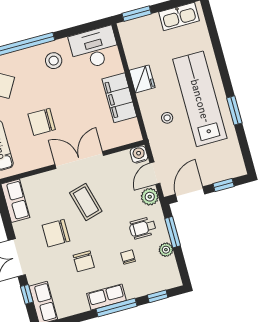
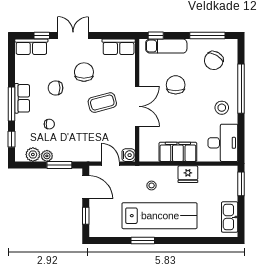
plant: (150, 197) -> (33, 154), moved
wheelchair: (143, 228) -> (69, 142), removed

